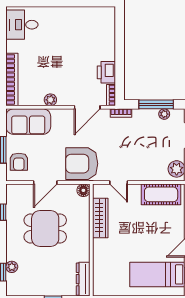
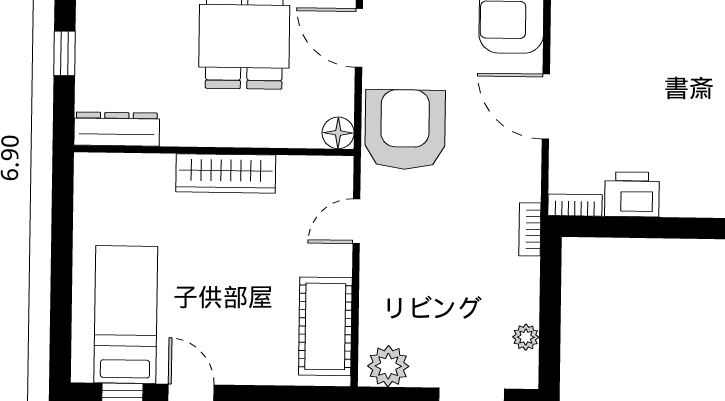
plant: (50, 100) -> (565, 54), removed
window: (156, 104) -> (550, 317), removed
door: (87, 107) -> (546, 107), moved
wardrobe: (100, 218) -> (226, 173), moved

